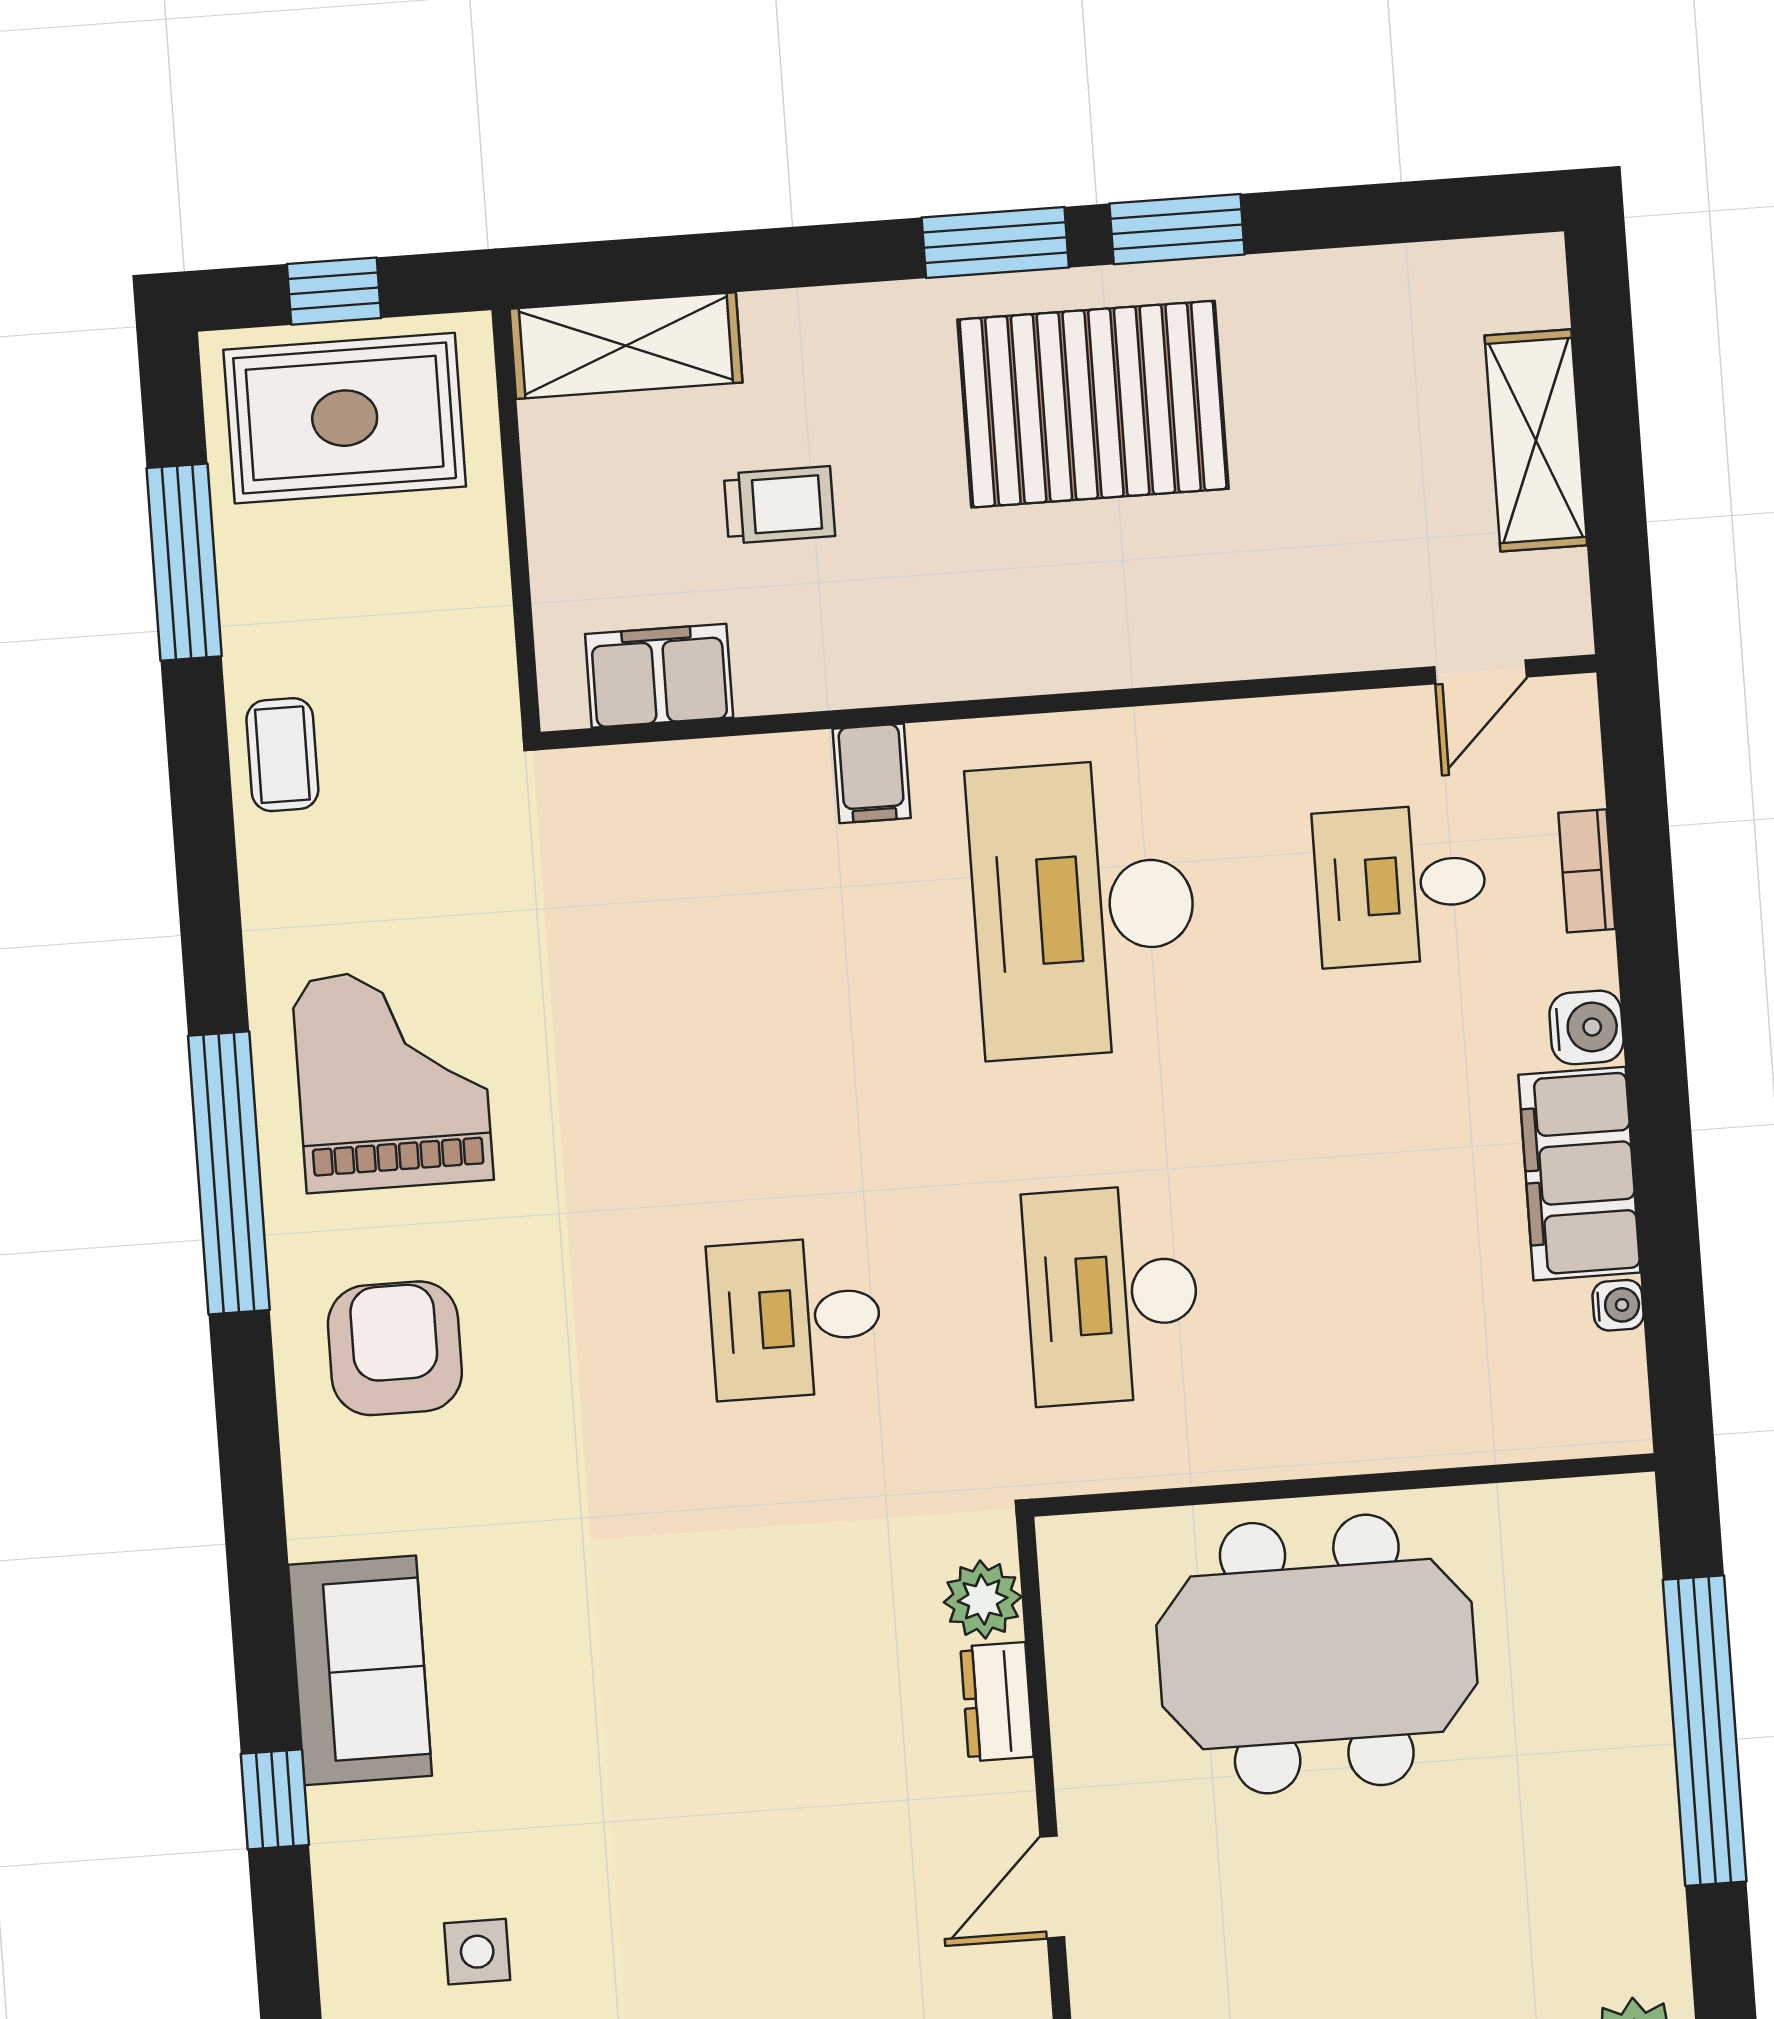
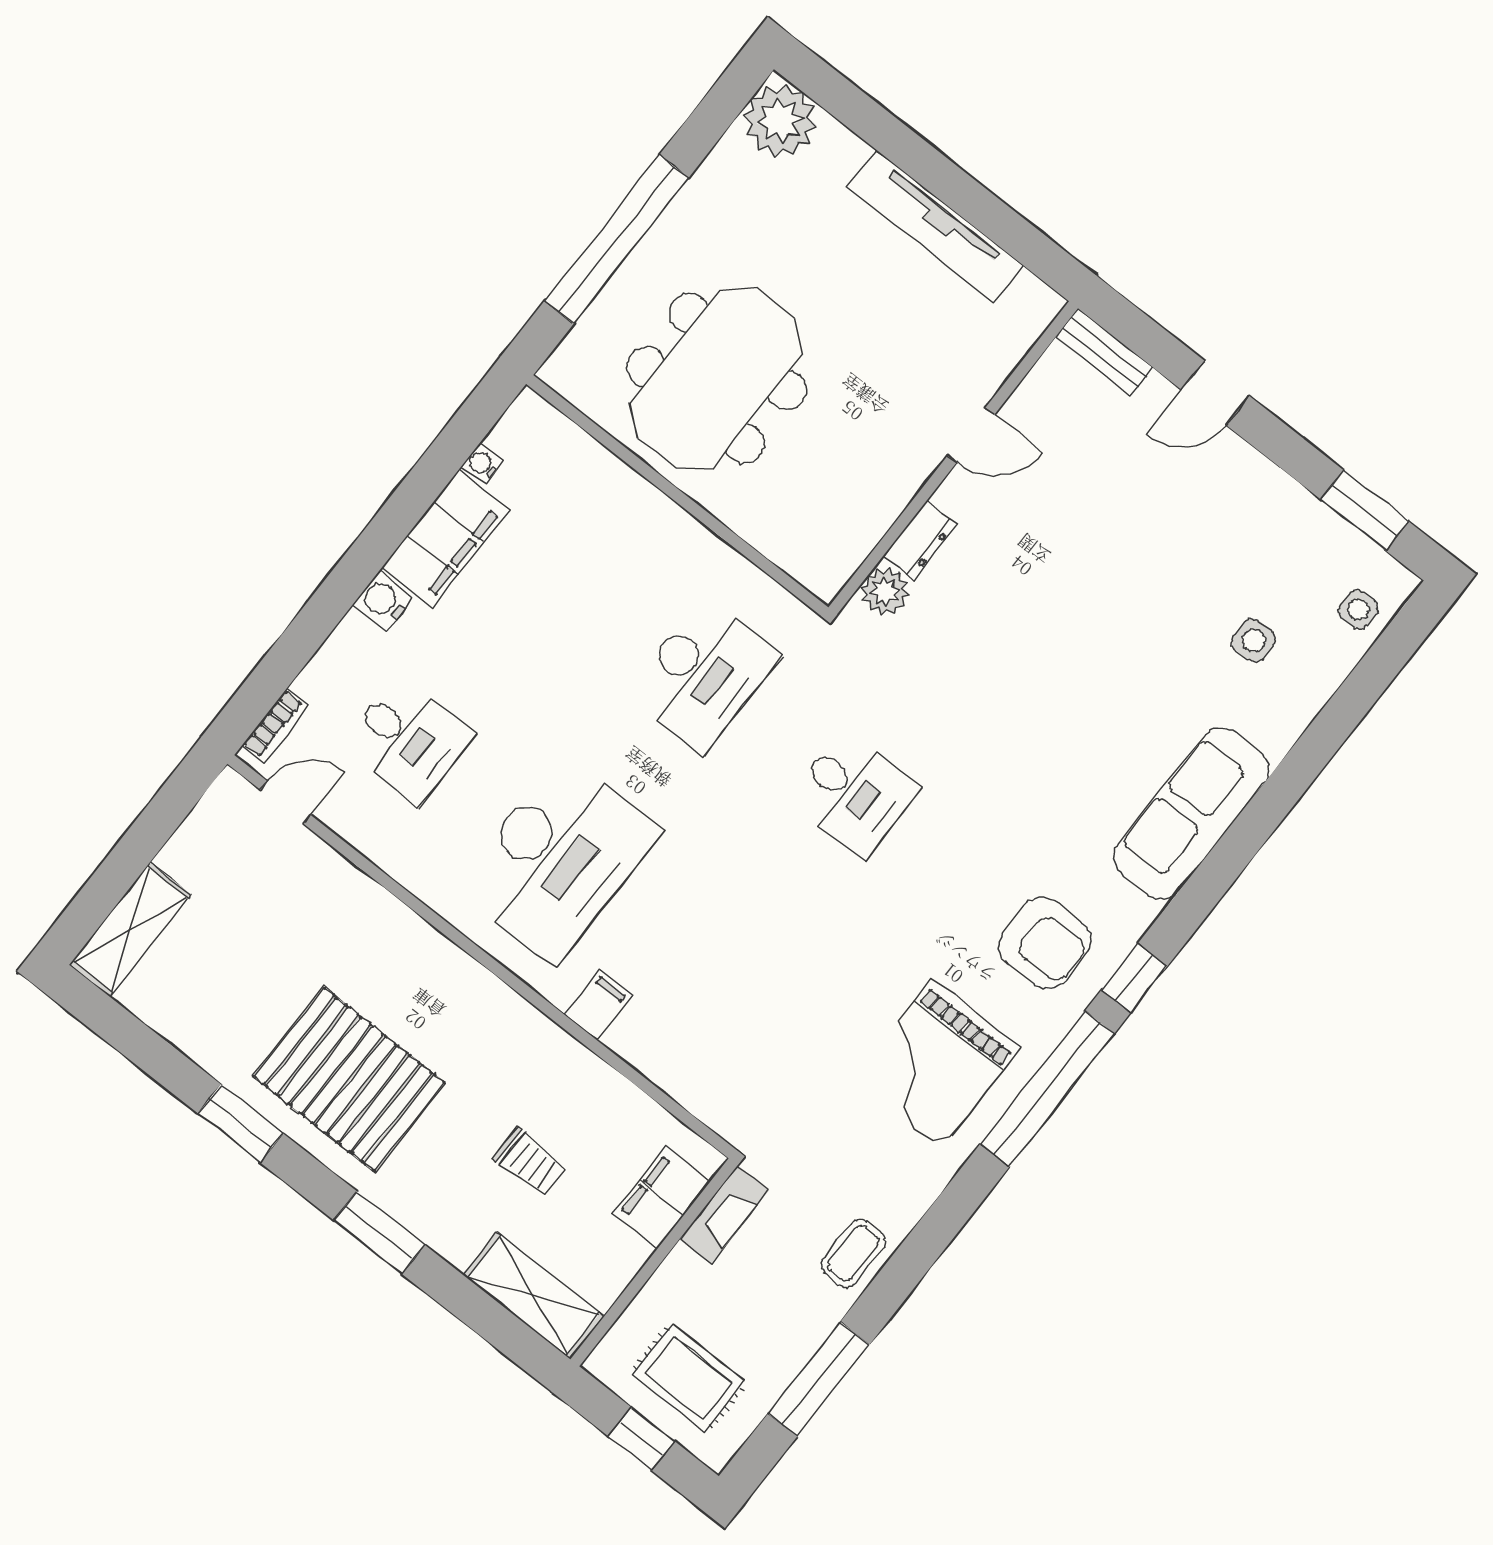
window: (995, 242) -> (379, 1233), moved
rug: (345, 418) -> (688, 1378), width x0.73, depth x0.70
shelving: (1536, 440) -> (130, 930), moved
trolley: (779, 505) -> (530, 1162), turned 180
fireplace: (483, 658) -> (724, 1215), added
filing cabinet: (659, 676) -> (661, 1198), moved, turned 90
bookcase: (1587, 871) -> (276, 726), moved
armchair: (395, 1348) -> (1045, 943), turned -90
meeting table: (1317, 1654) -> (716, 378), moved, turned 90
sofa: (360, 1670) -> (1191, 813), width x1.36
window: (275, 1799) -> (1134, 978), moved

